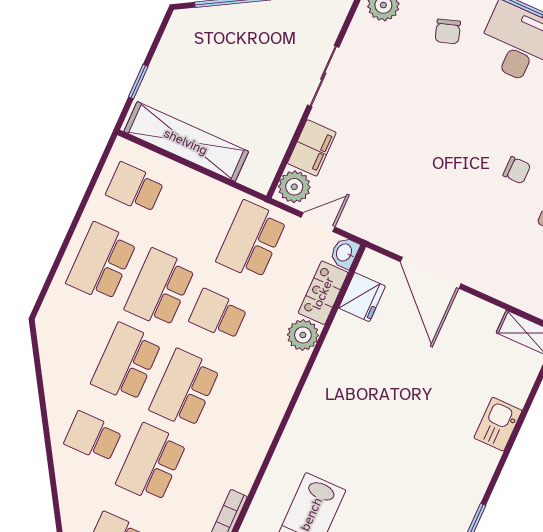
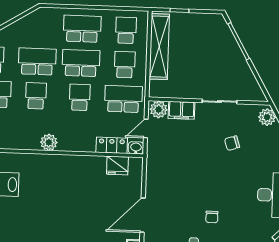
chair: (448, 31) -> (232, 143), moved
school desk: (193, 214) -> (125, 65), added
door: (318, 222) -> (146, 128), swing flipped
door: (431, 273) -> (143, 215), moved
plant: (303, 335) -> (49, 142), moved
school desk: (185, 389) -> (36, 96), width x0.54

